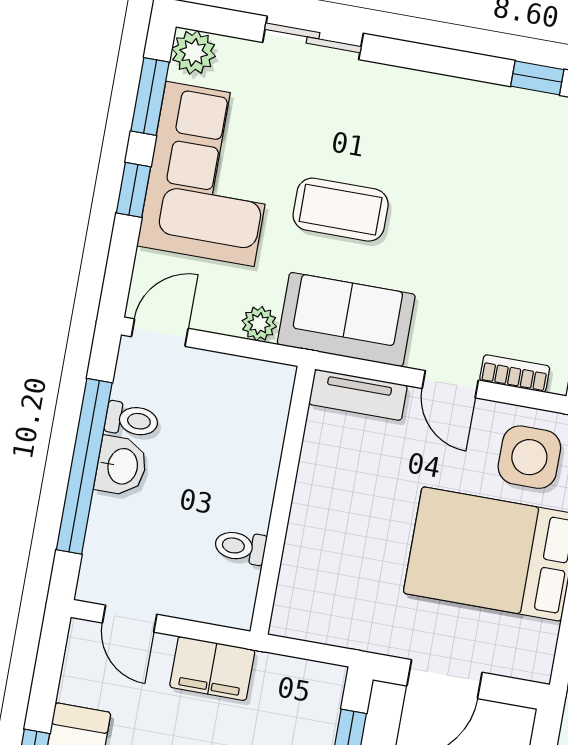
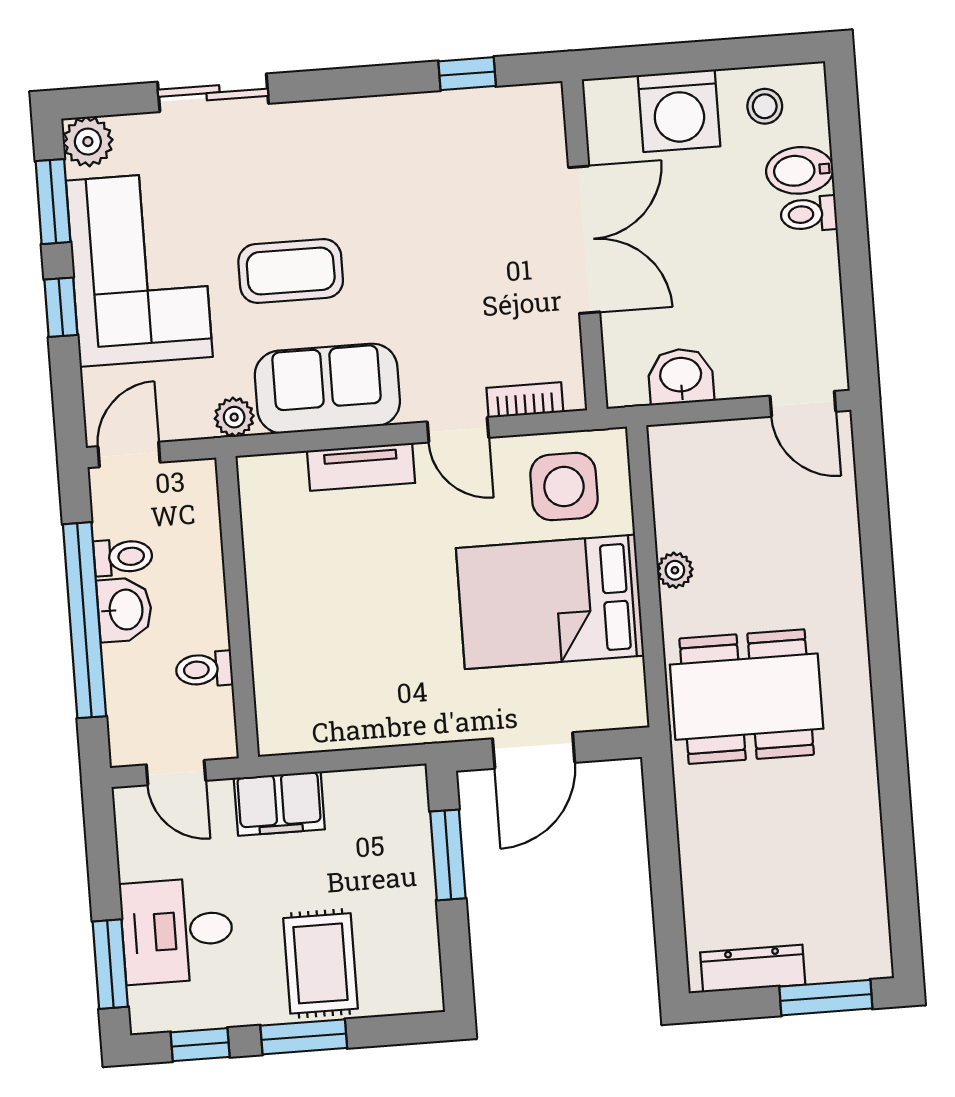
wall: (283, 500) -> (237, 607), moved
toilet: (240, 547) -> (204, 669), moved

